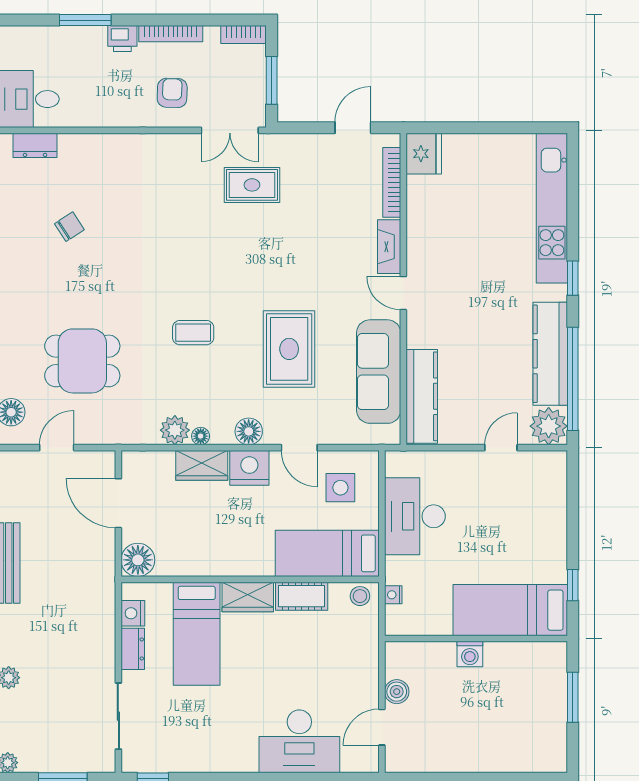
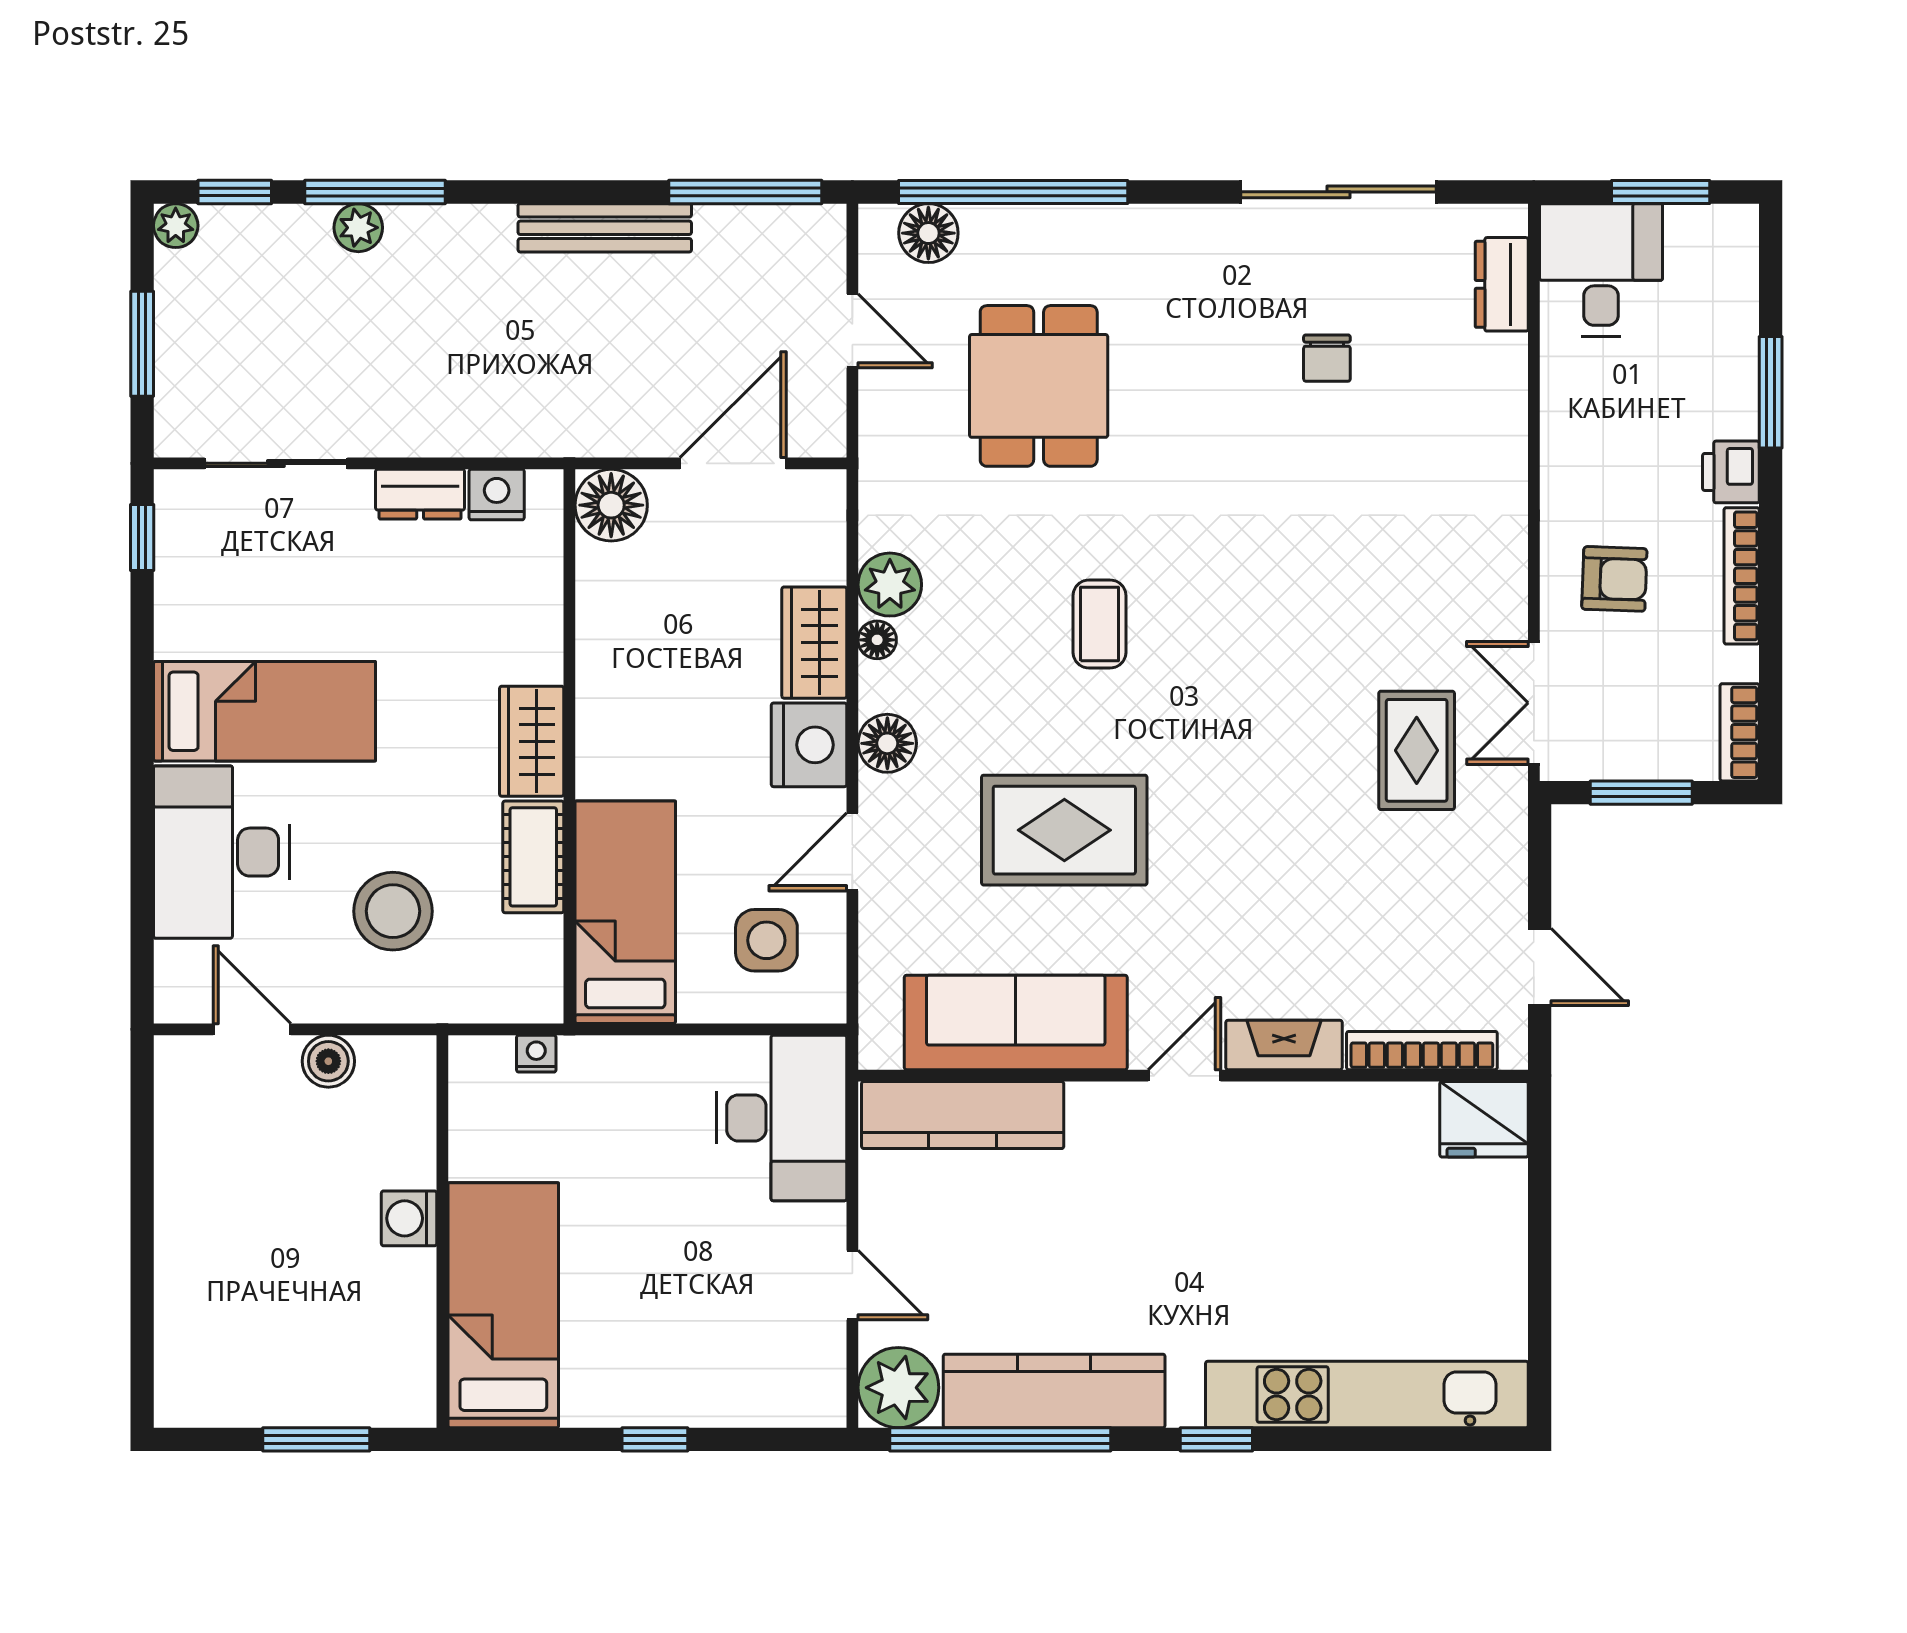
chair: (69, 227) -> (1327, 358), turned 33
desk: (415, 516) -> (782, 1118), moved, turned 90
window: (573, 585) -> (655, 1439), moved
stool: (360, 596) -> (393, 911), moved, width x1.89, depth x1.89
bed: (197, 634) -> (265, 711), moved, turned 180

